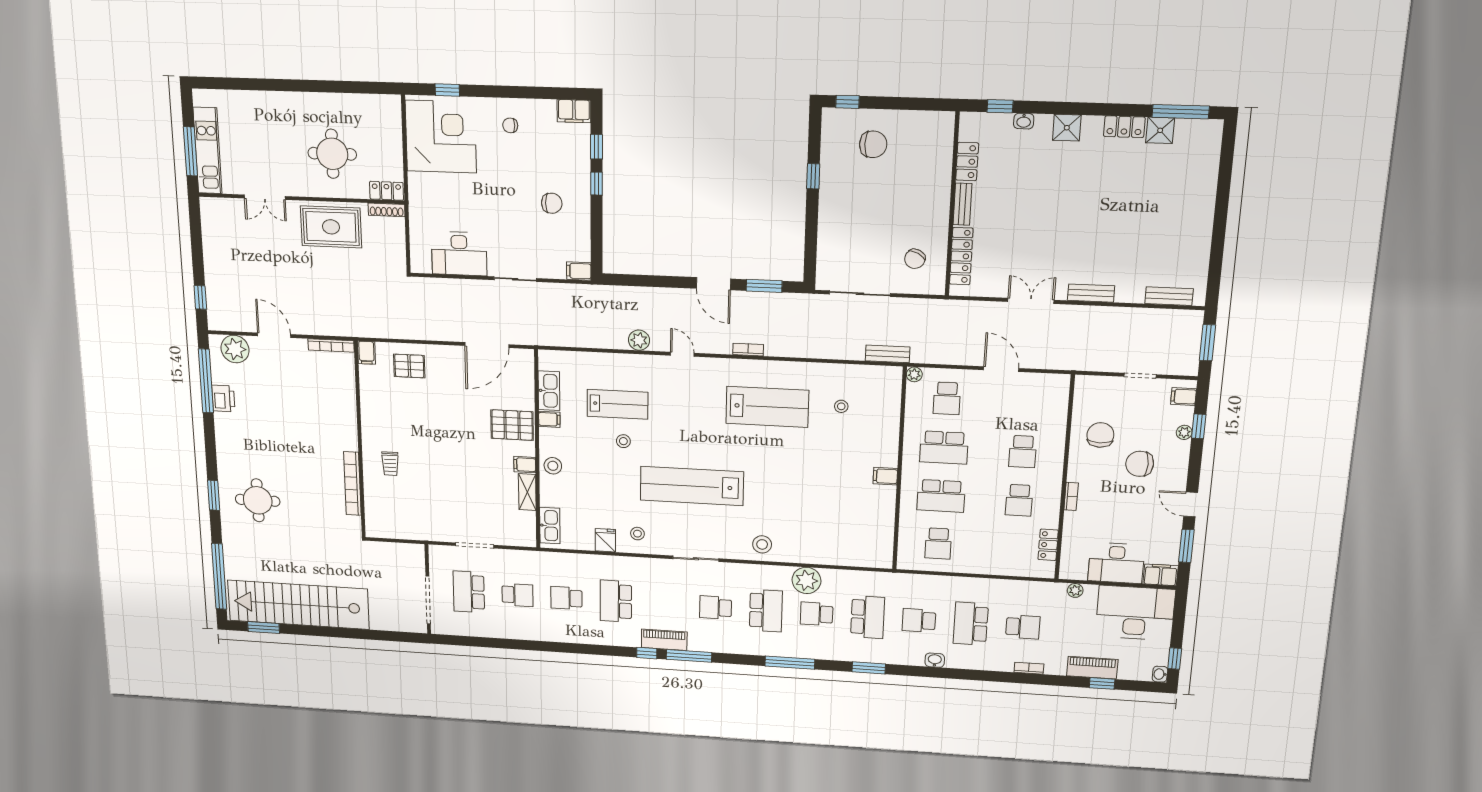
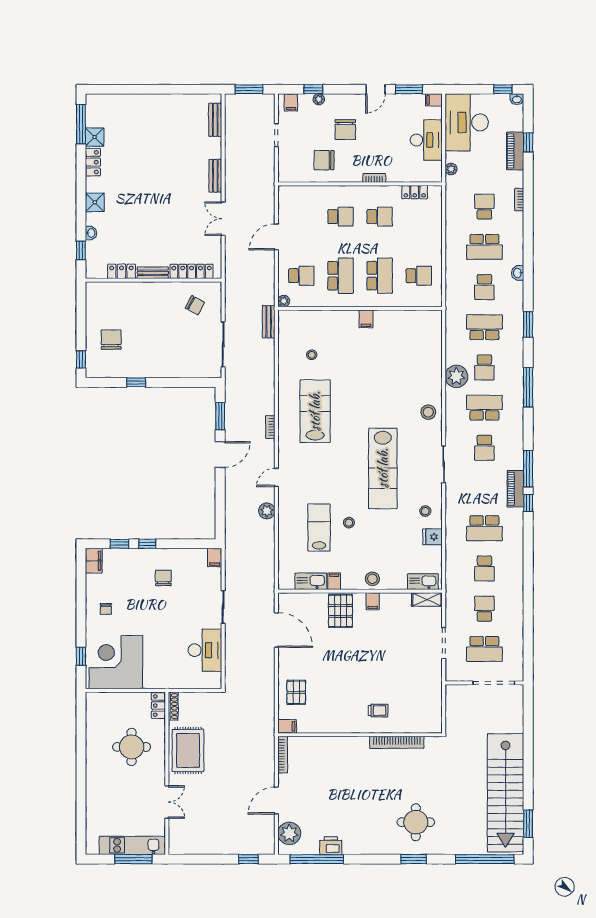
shelving: (527, 492) -> (427, 599), moved
filing cabinet: (1161, 575) -> (434, 100), width x0.50

